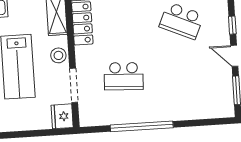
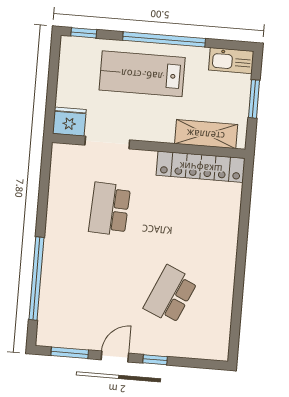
stool: (58, 55) -> (149, 128), removed
window: (142, 126) -> (36, 278), moved

